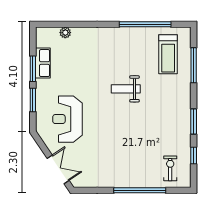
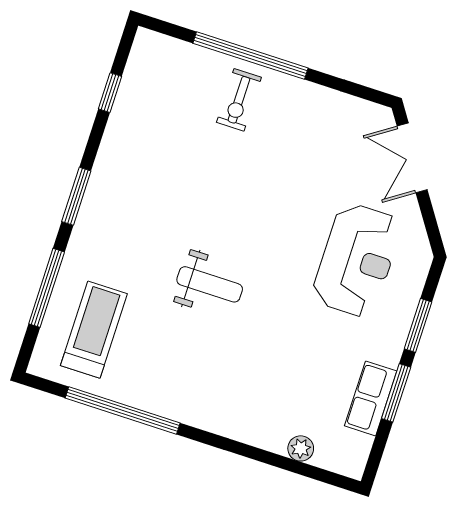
window: (194, 122) -> (76, 196), moved
exercise bike: (170, 168) -> (239, 100), moved

